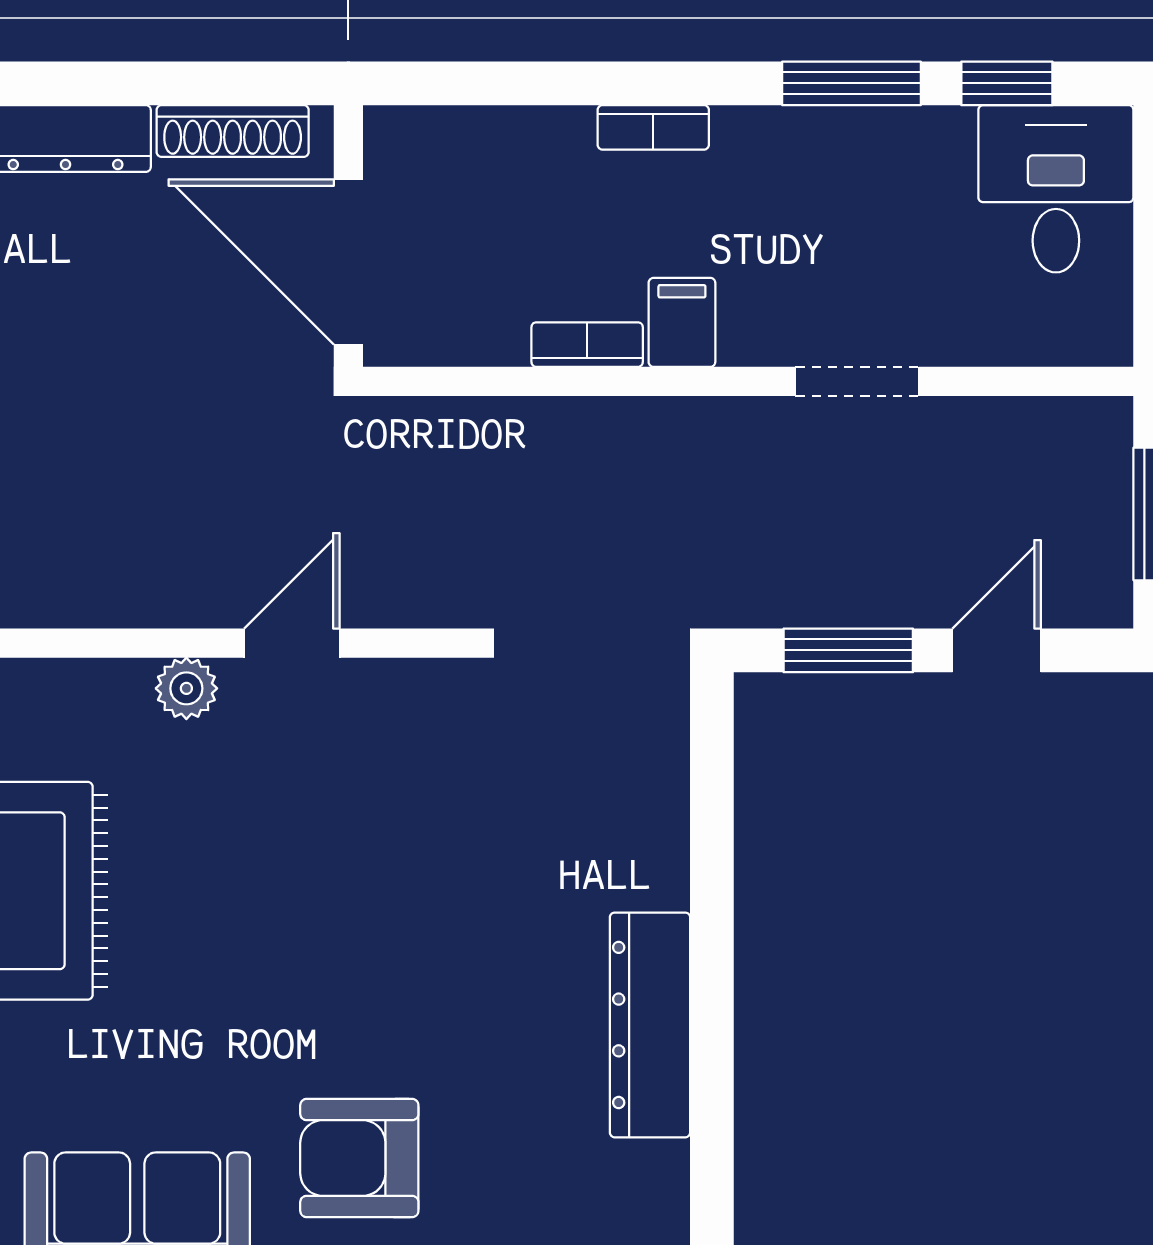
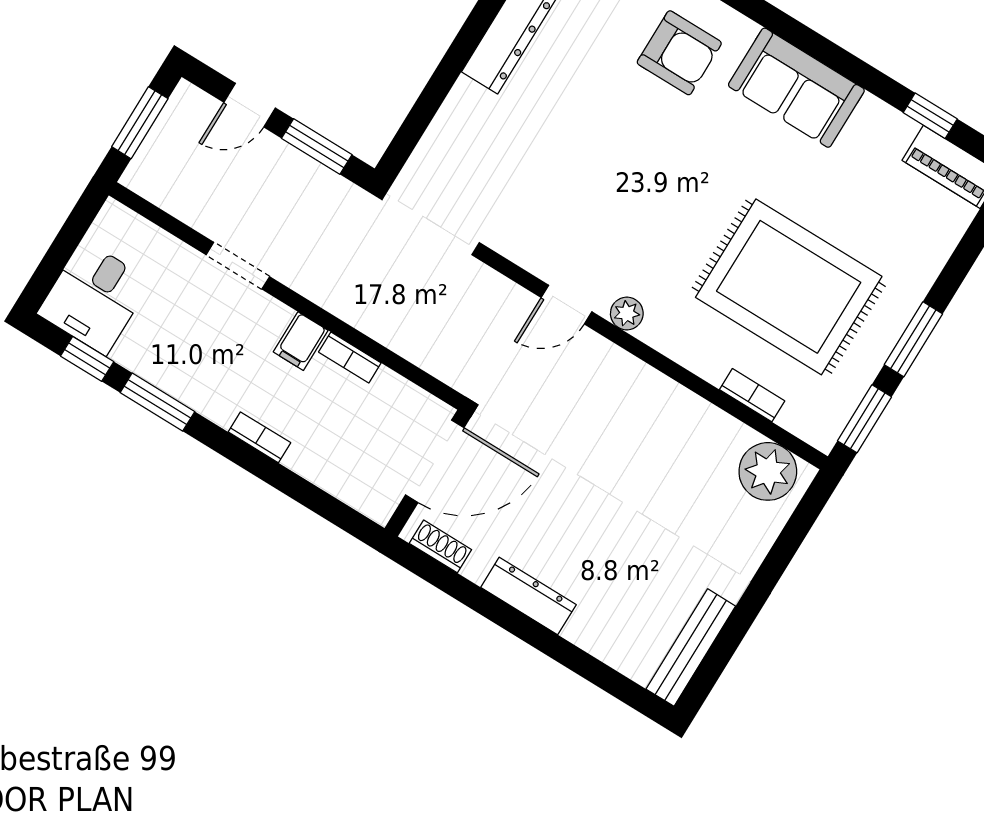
shoe rack: (233, 131) -> (440, 546), width x0.70
door: (348, 262) -> (435, 461), hinge flipped

